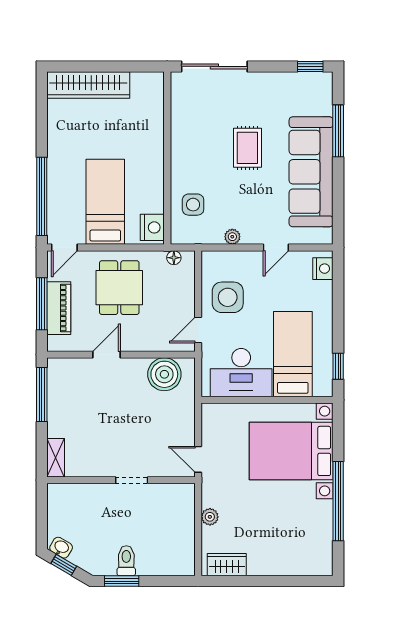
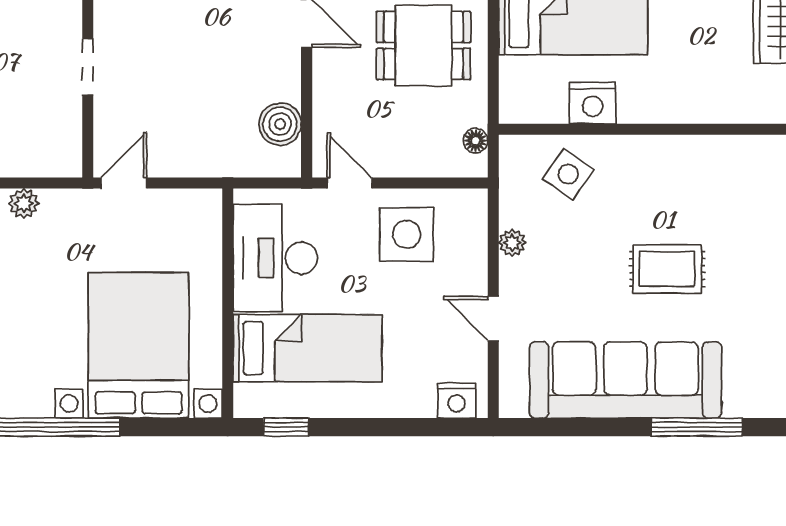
side table: (193, 205) -> (568, 174), turned 35
nightstand: (152, 227) -> (593, 103), moved
boiler: (164, 374) -> (280, 124), width x0.73, depth x0.73

